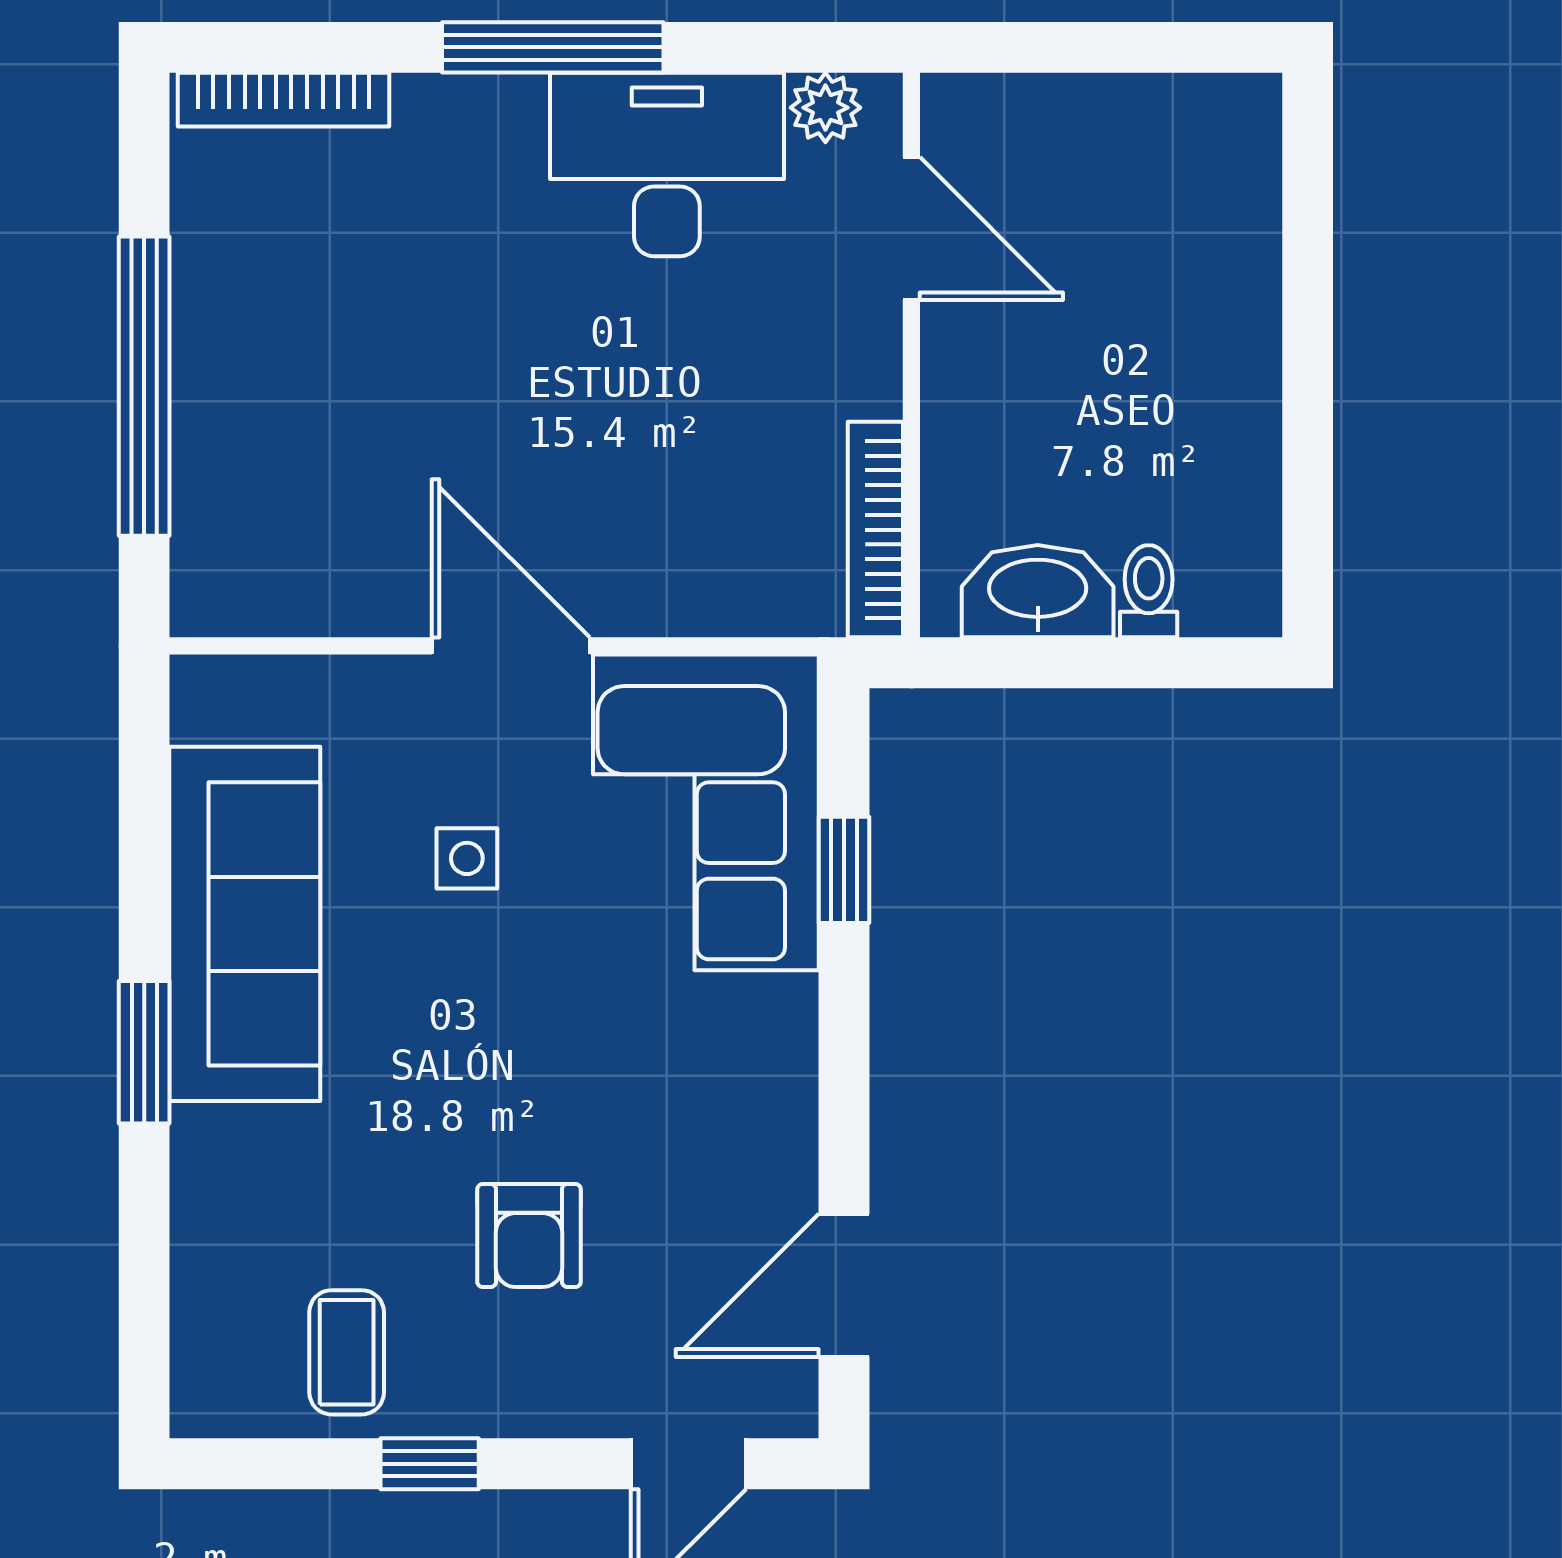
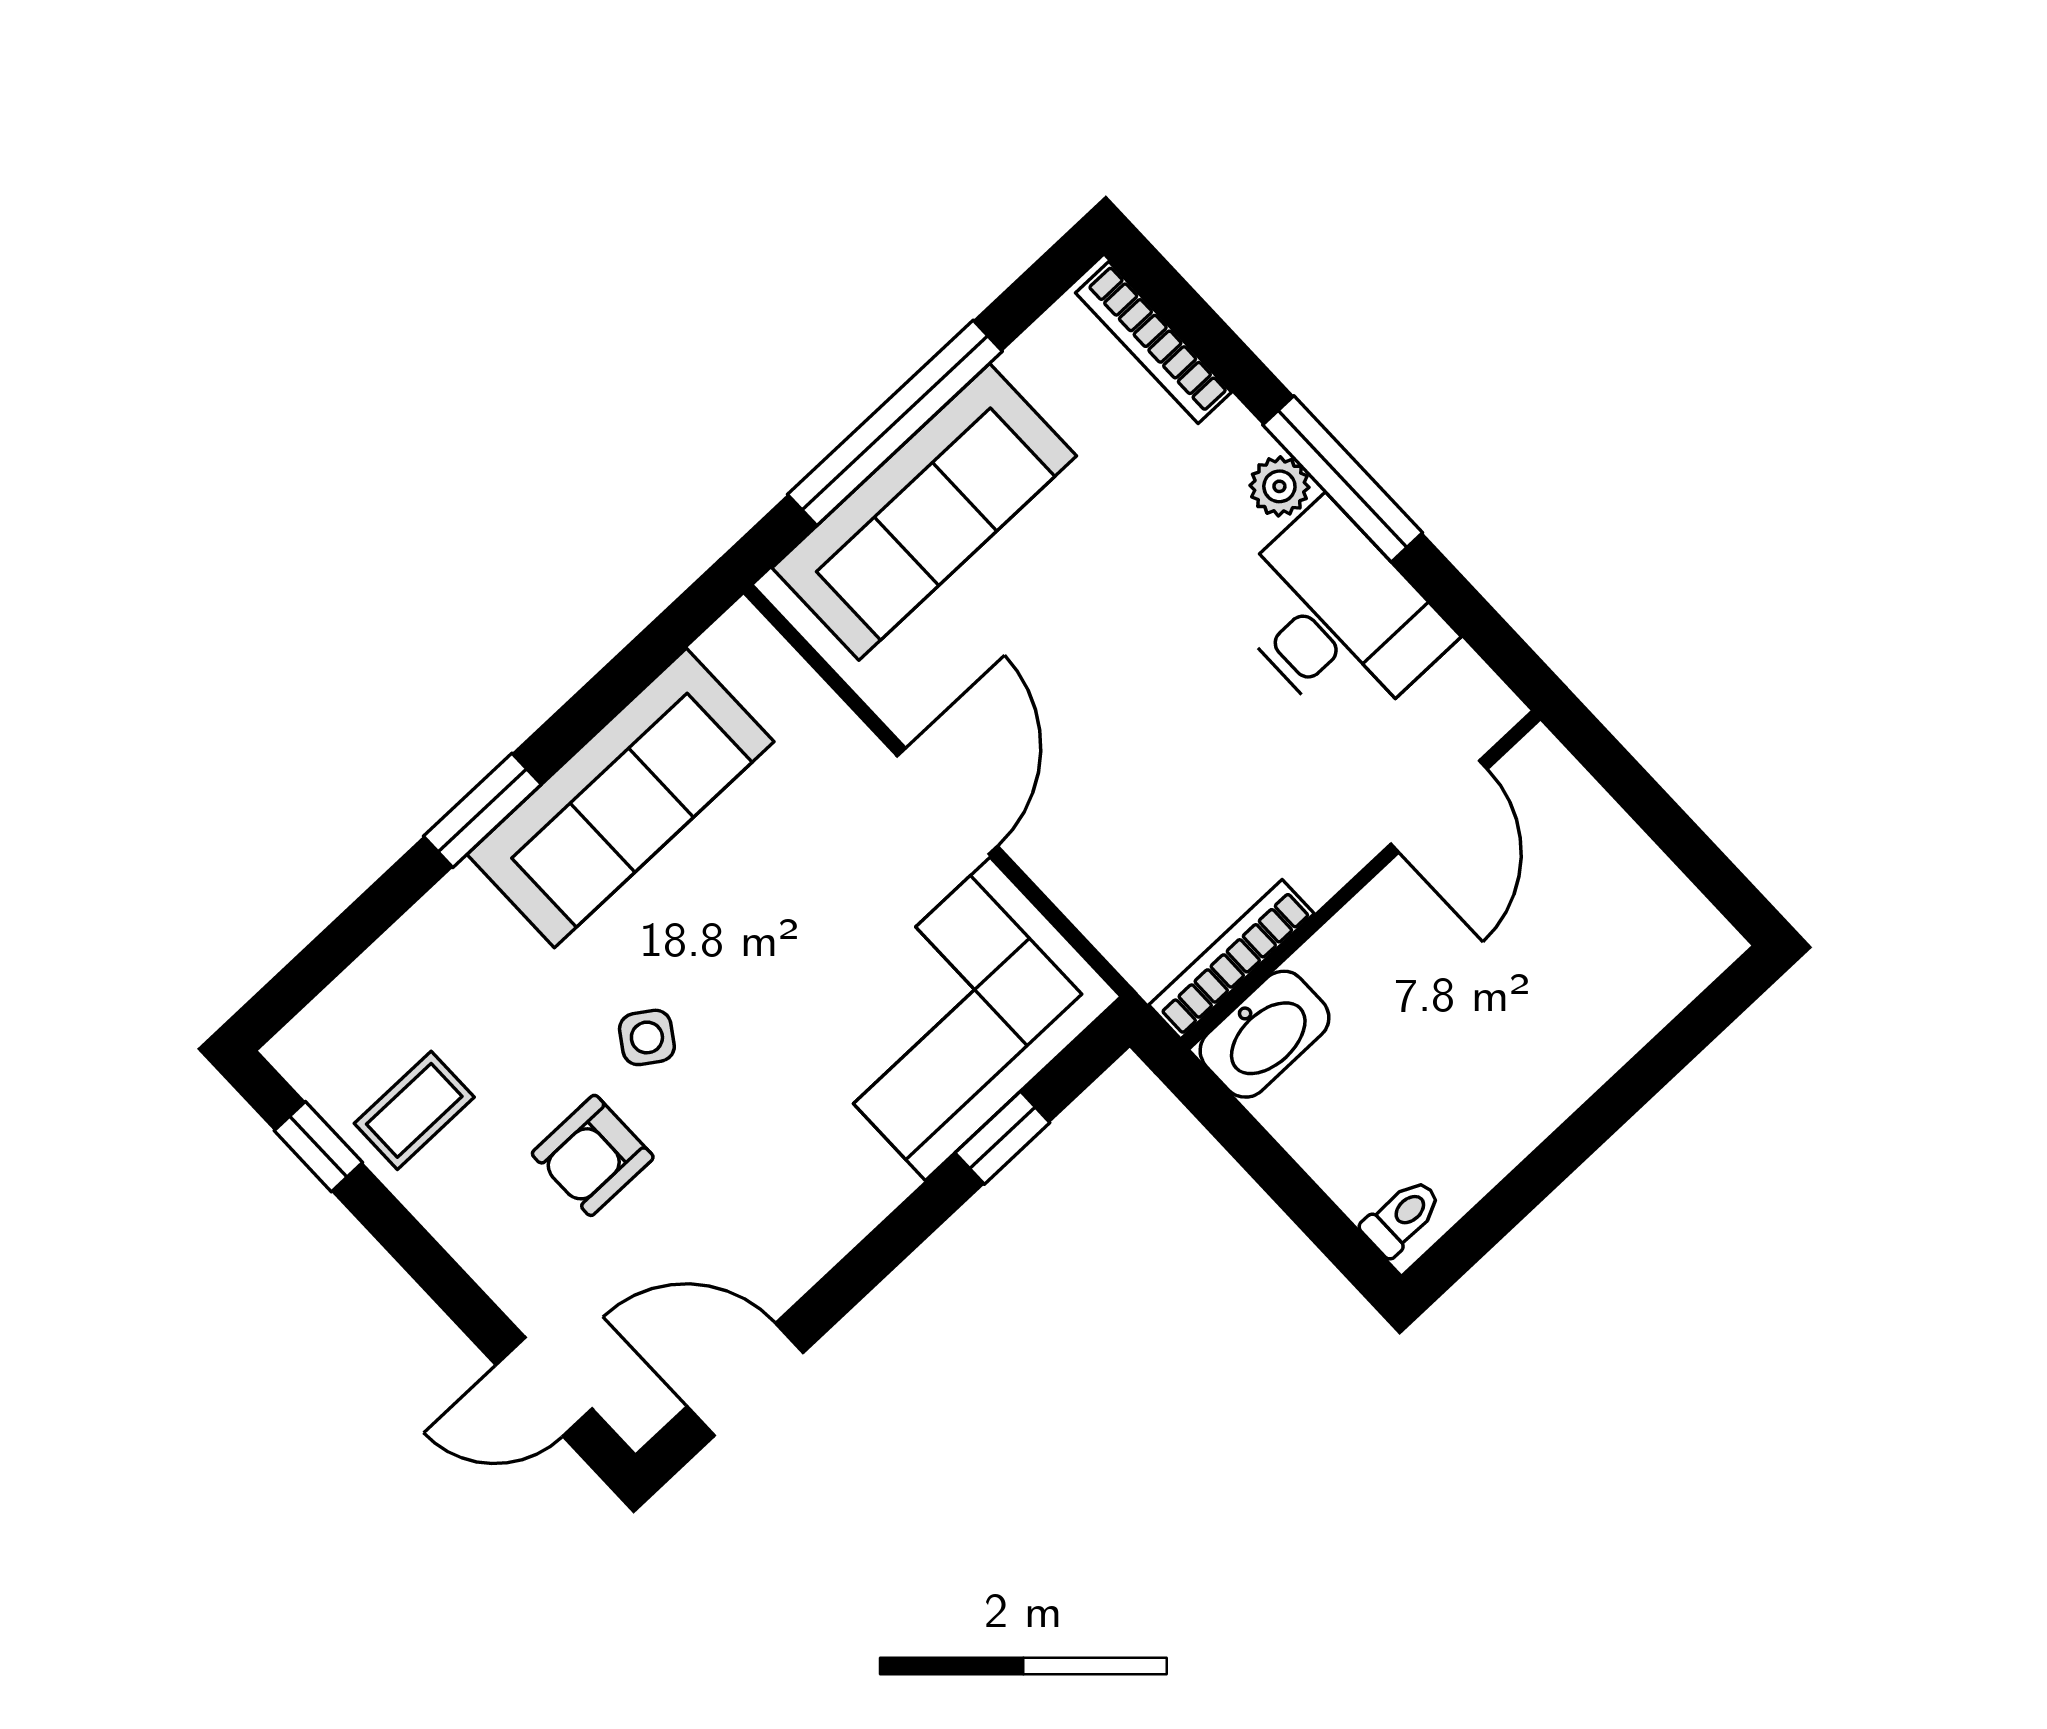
plant: (825, 108) -> (1279, 486), moved
sofa: (244, 433) -> (924, 512), added
washbasin: (1038, 591) -> (1264, 1034), moved, turned 90
toilet: (1149, 591) -> (1402, 1217), moved
side table: (467, 858) -> (647, 1037), moved, turned 34
window: (430, 1464) -> (318, 1147), moved

